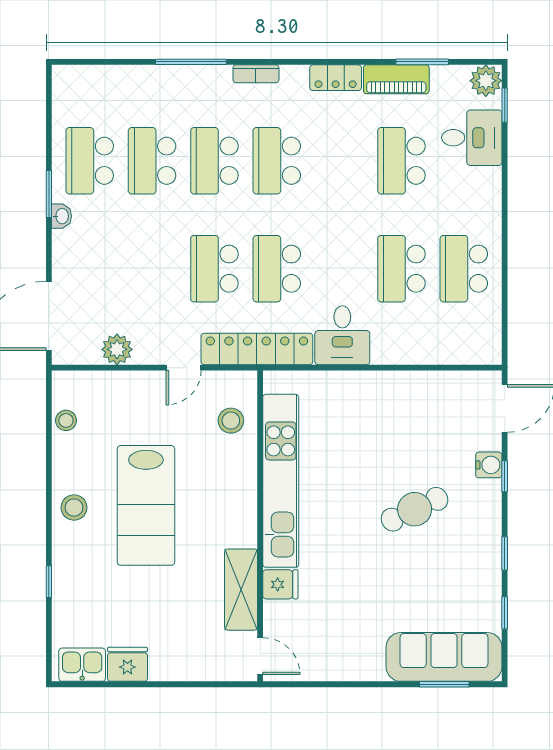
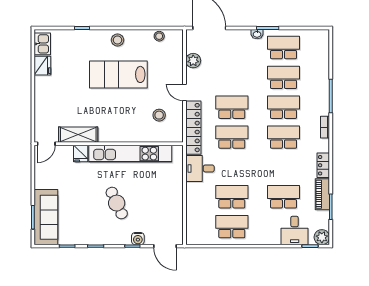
kitchen unit: (281, 481) -> (130, 154), moved
wall: (260, 526) -> (109, 144), moved
fridge: (280, 584) -> (81, 153), moved
shelving: (241, 590) -> (78, 135), moved
door: (260, 656) -> (46, 144), moved

